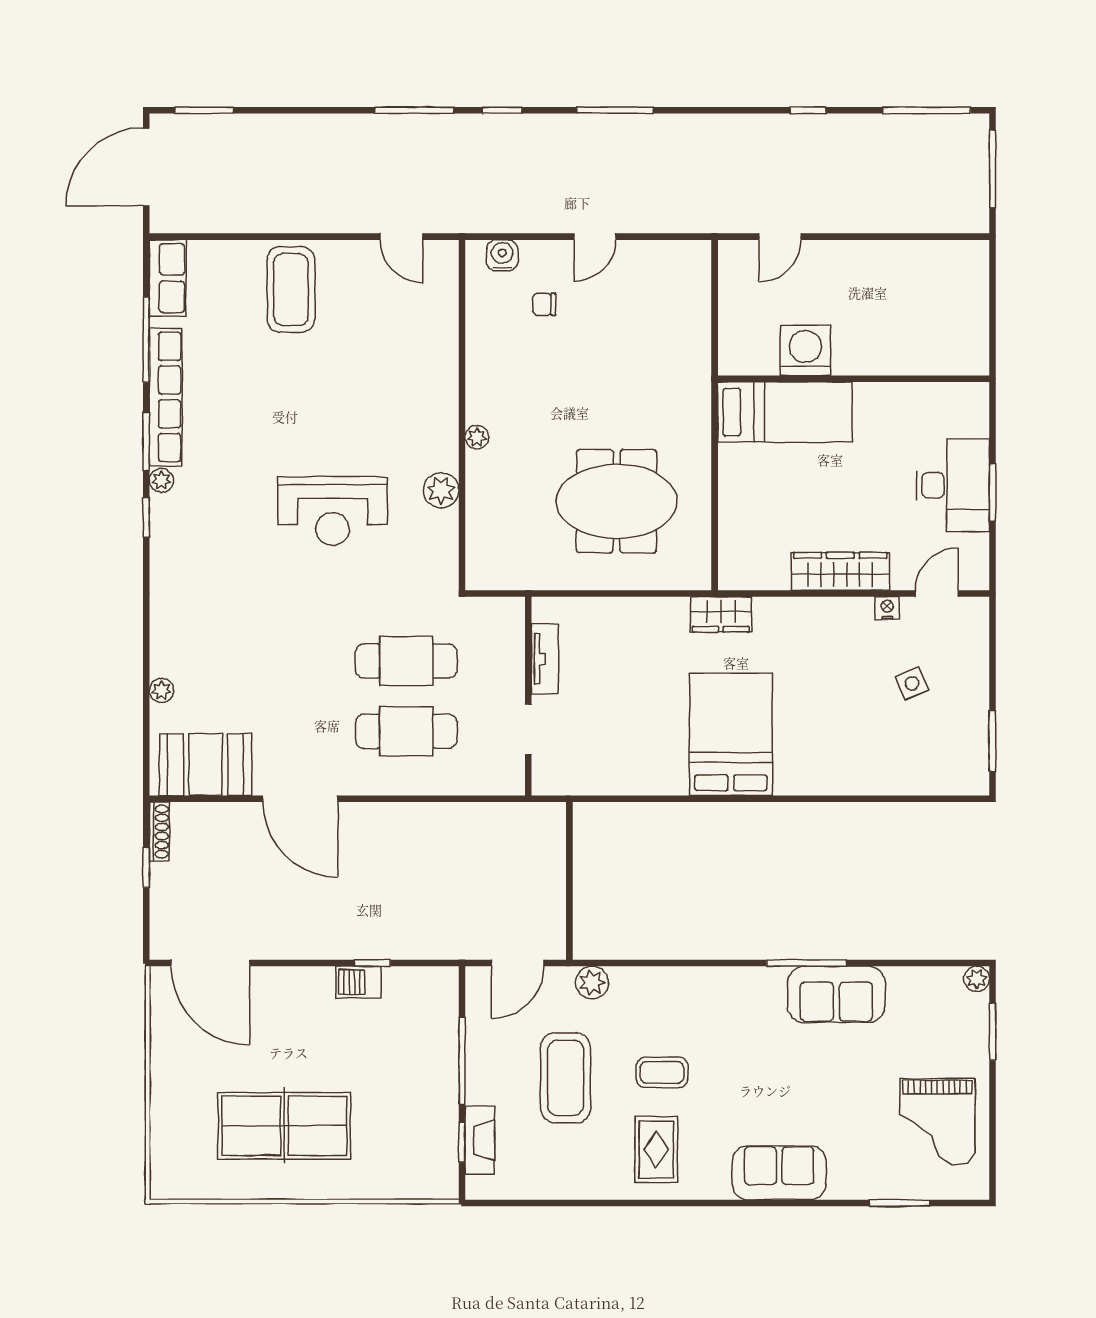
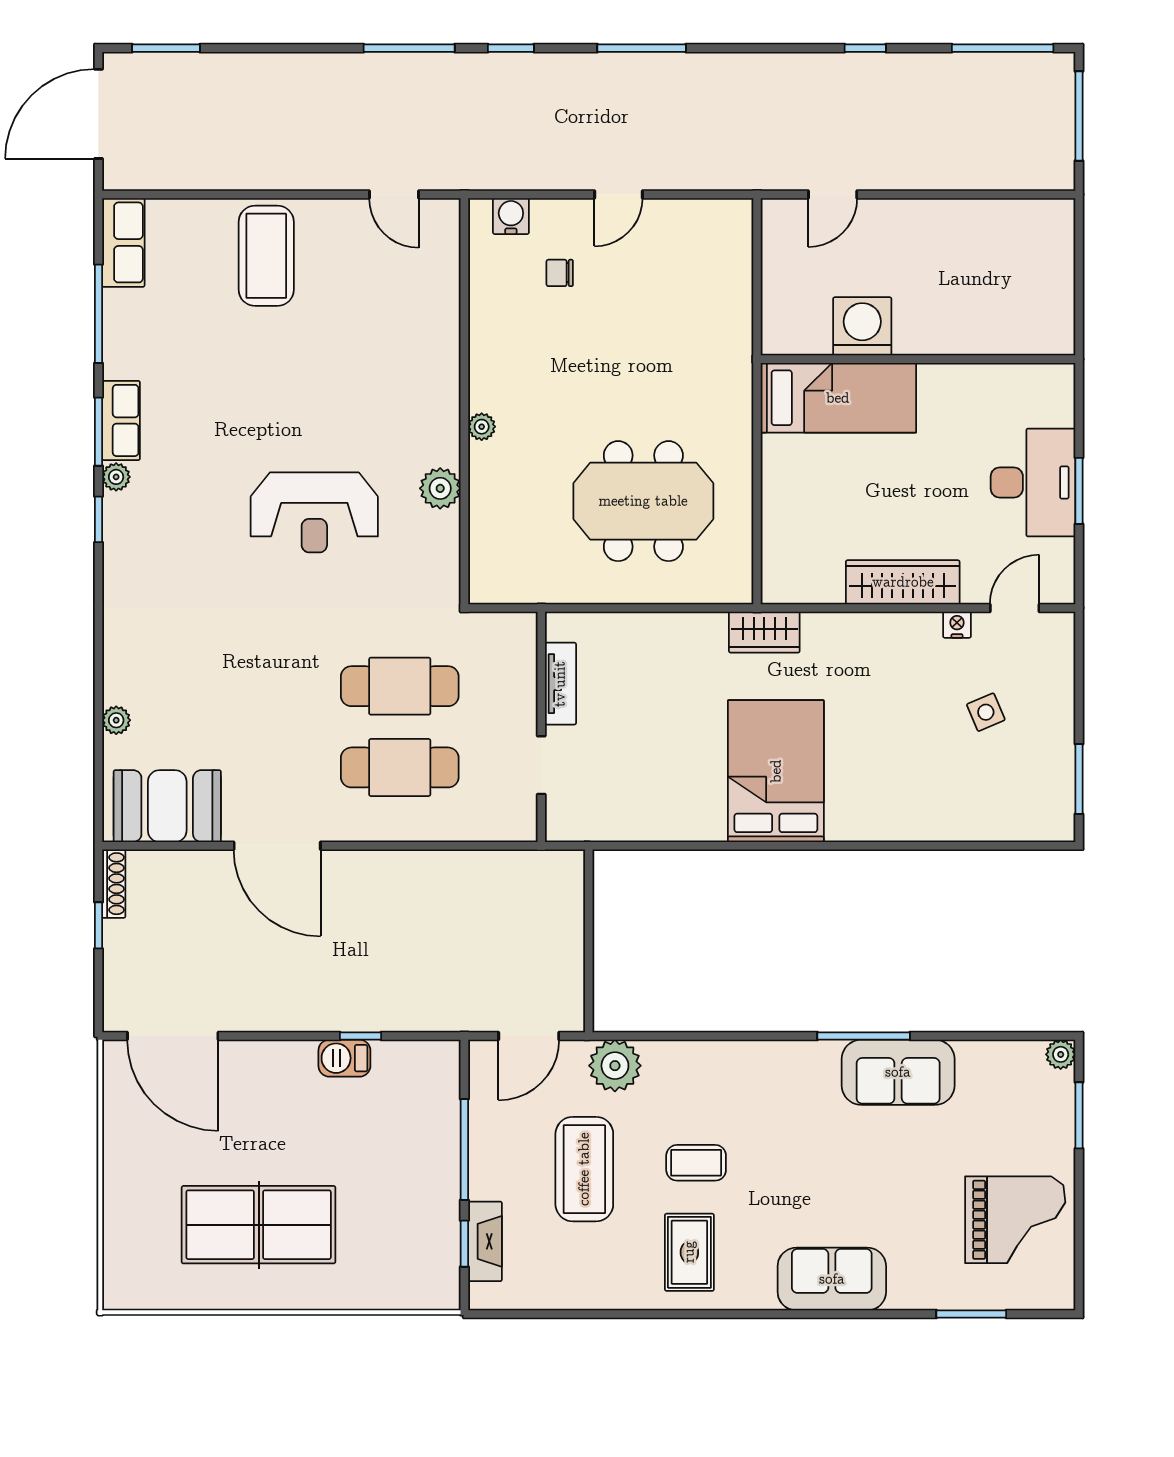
row of seats: (166, 397) -> (121, 420), width x0.50
plant: (592, 983) -> (615, 1066), width x1.36, depth x1.36
grand piano: (937, 1122) -> (1015, 1220), turned -90

